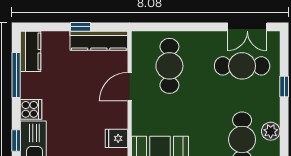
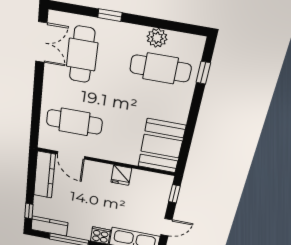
window: (80, 27) -> (29, 211), moved
door: (130, 87) -> (71, 155), moved
fridge: (116, 138) -> (121, 175), moved

